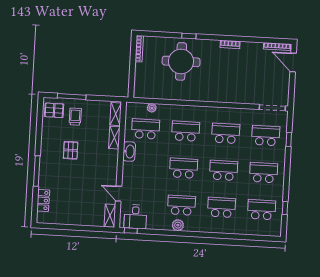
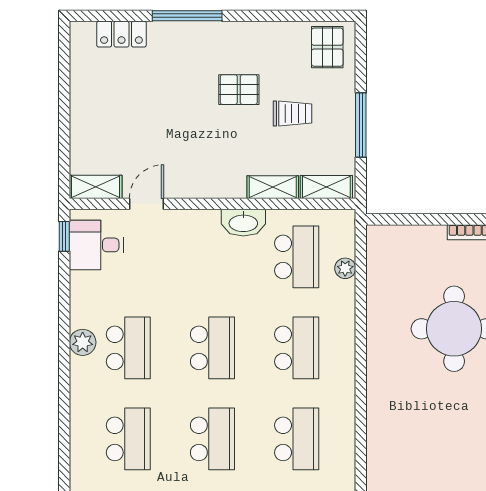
window: (72, 96) -> (361, 125), moved
trolley: (75, 117) -> (293, 114), moved

